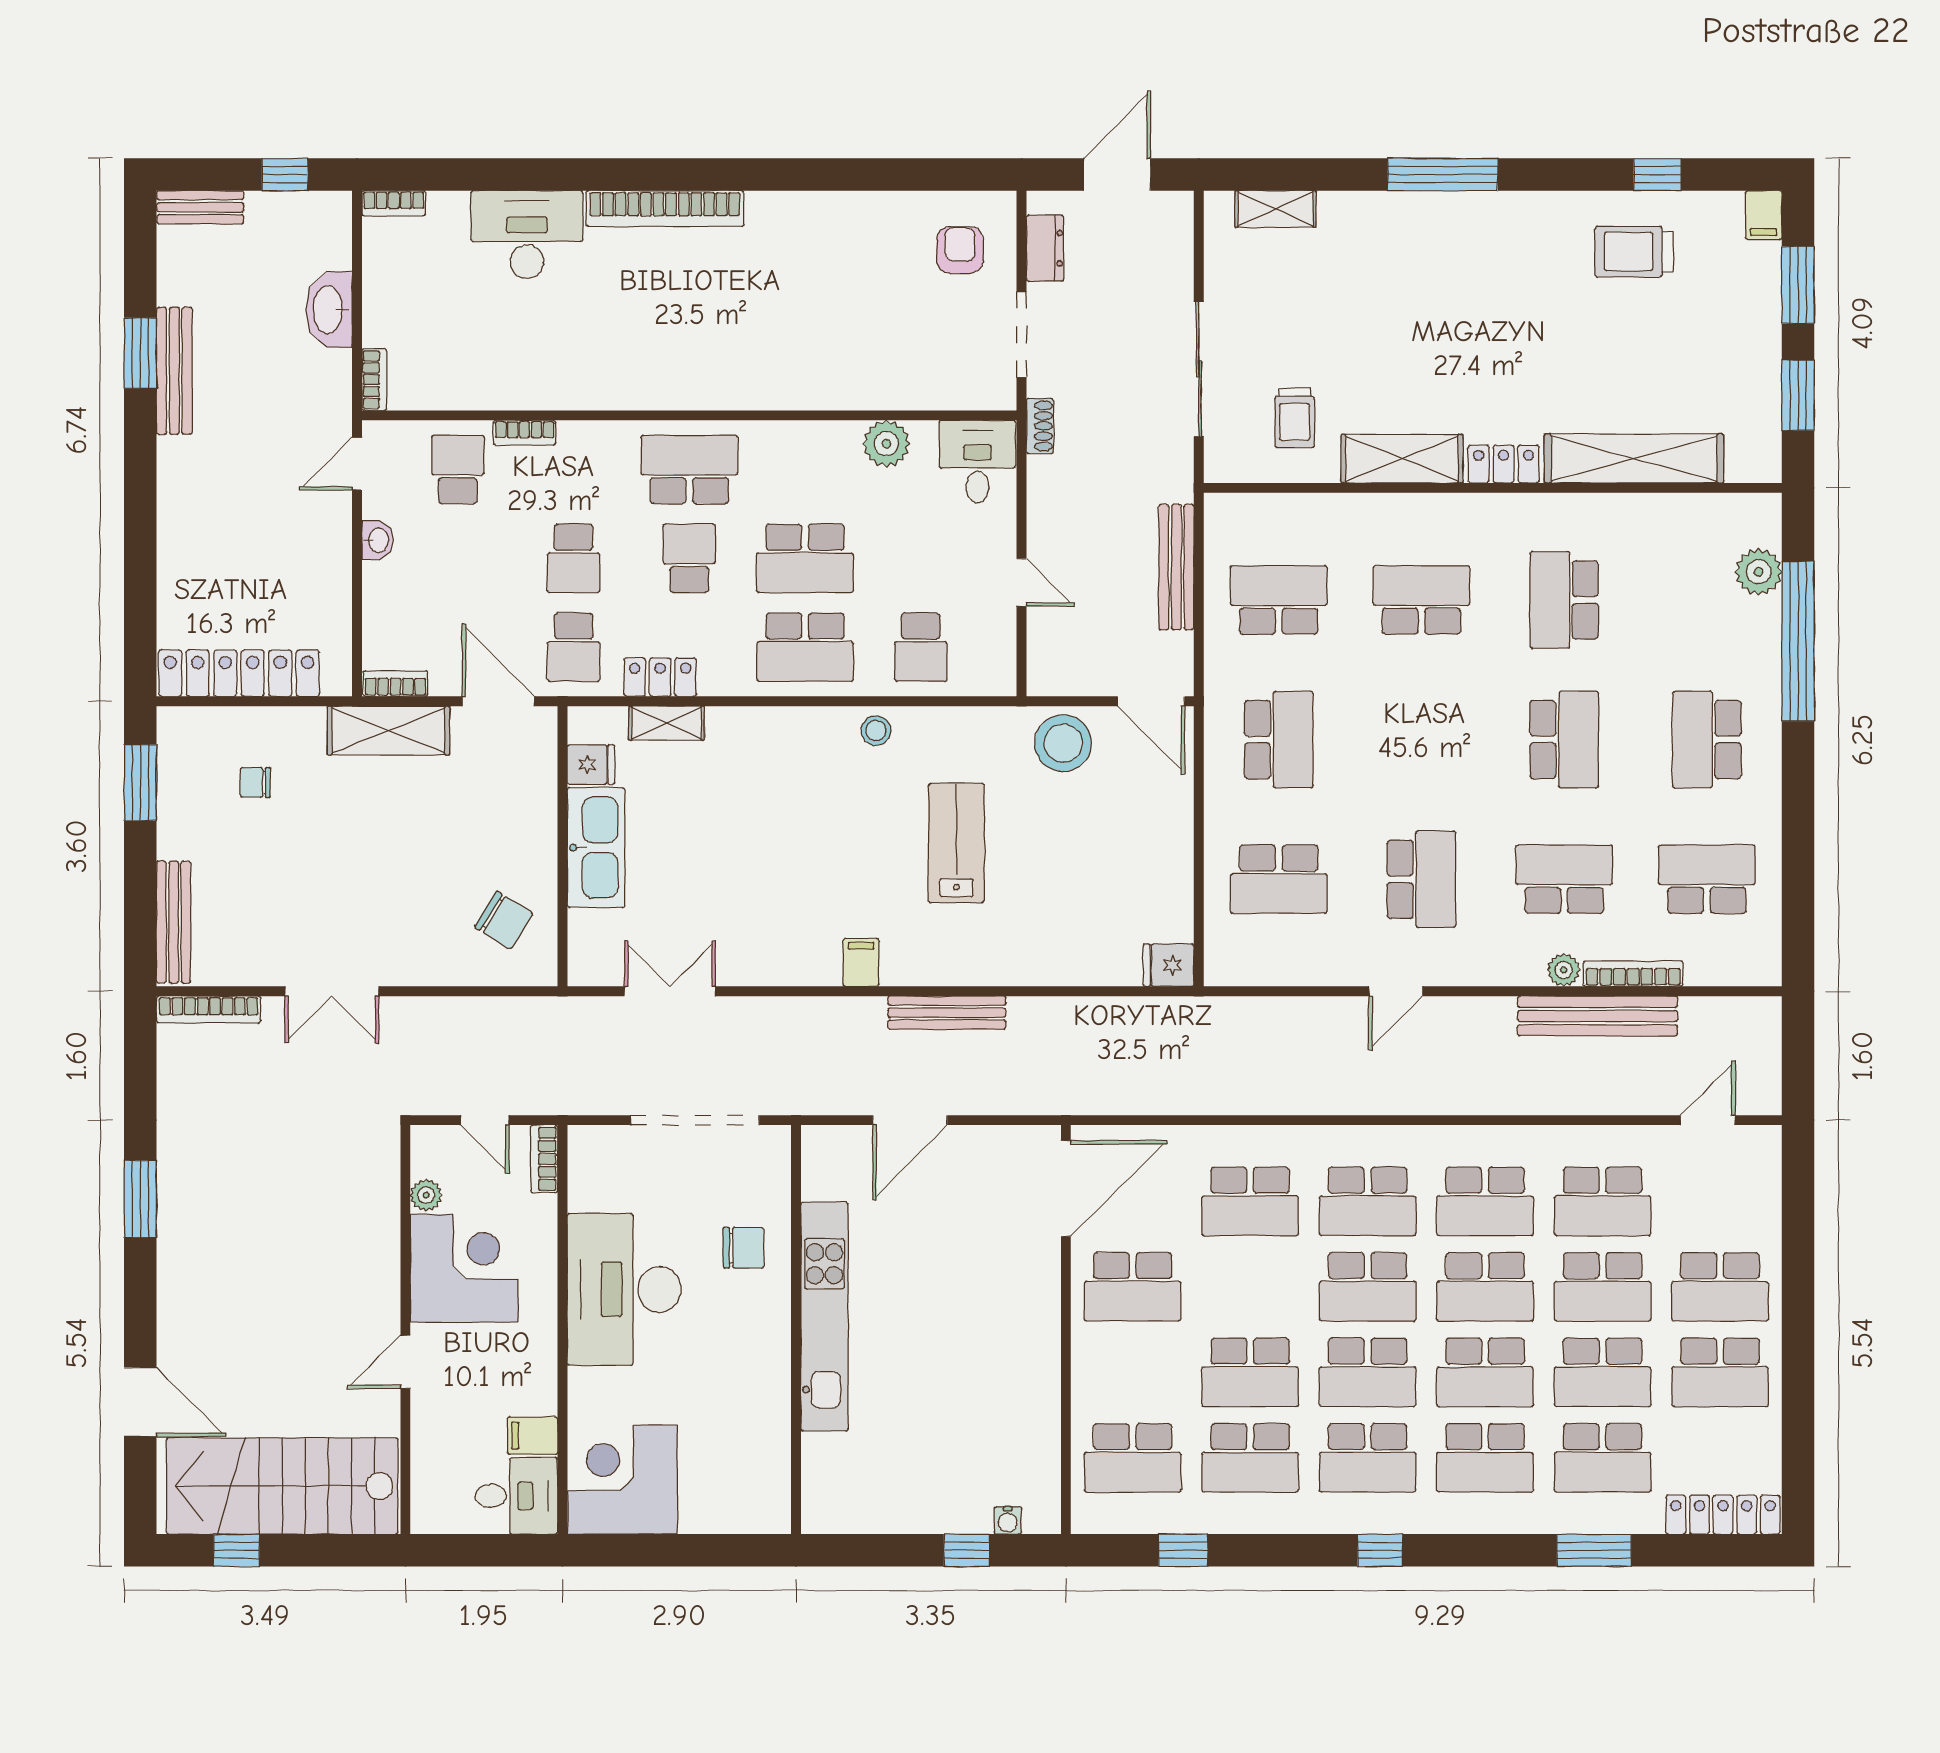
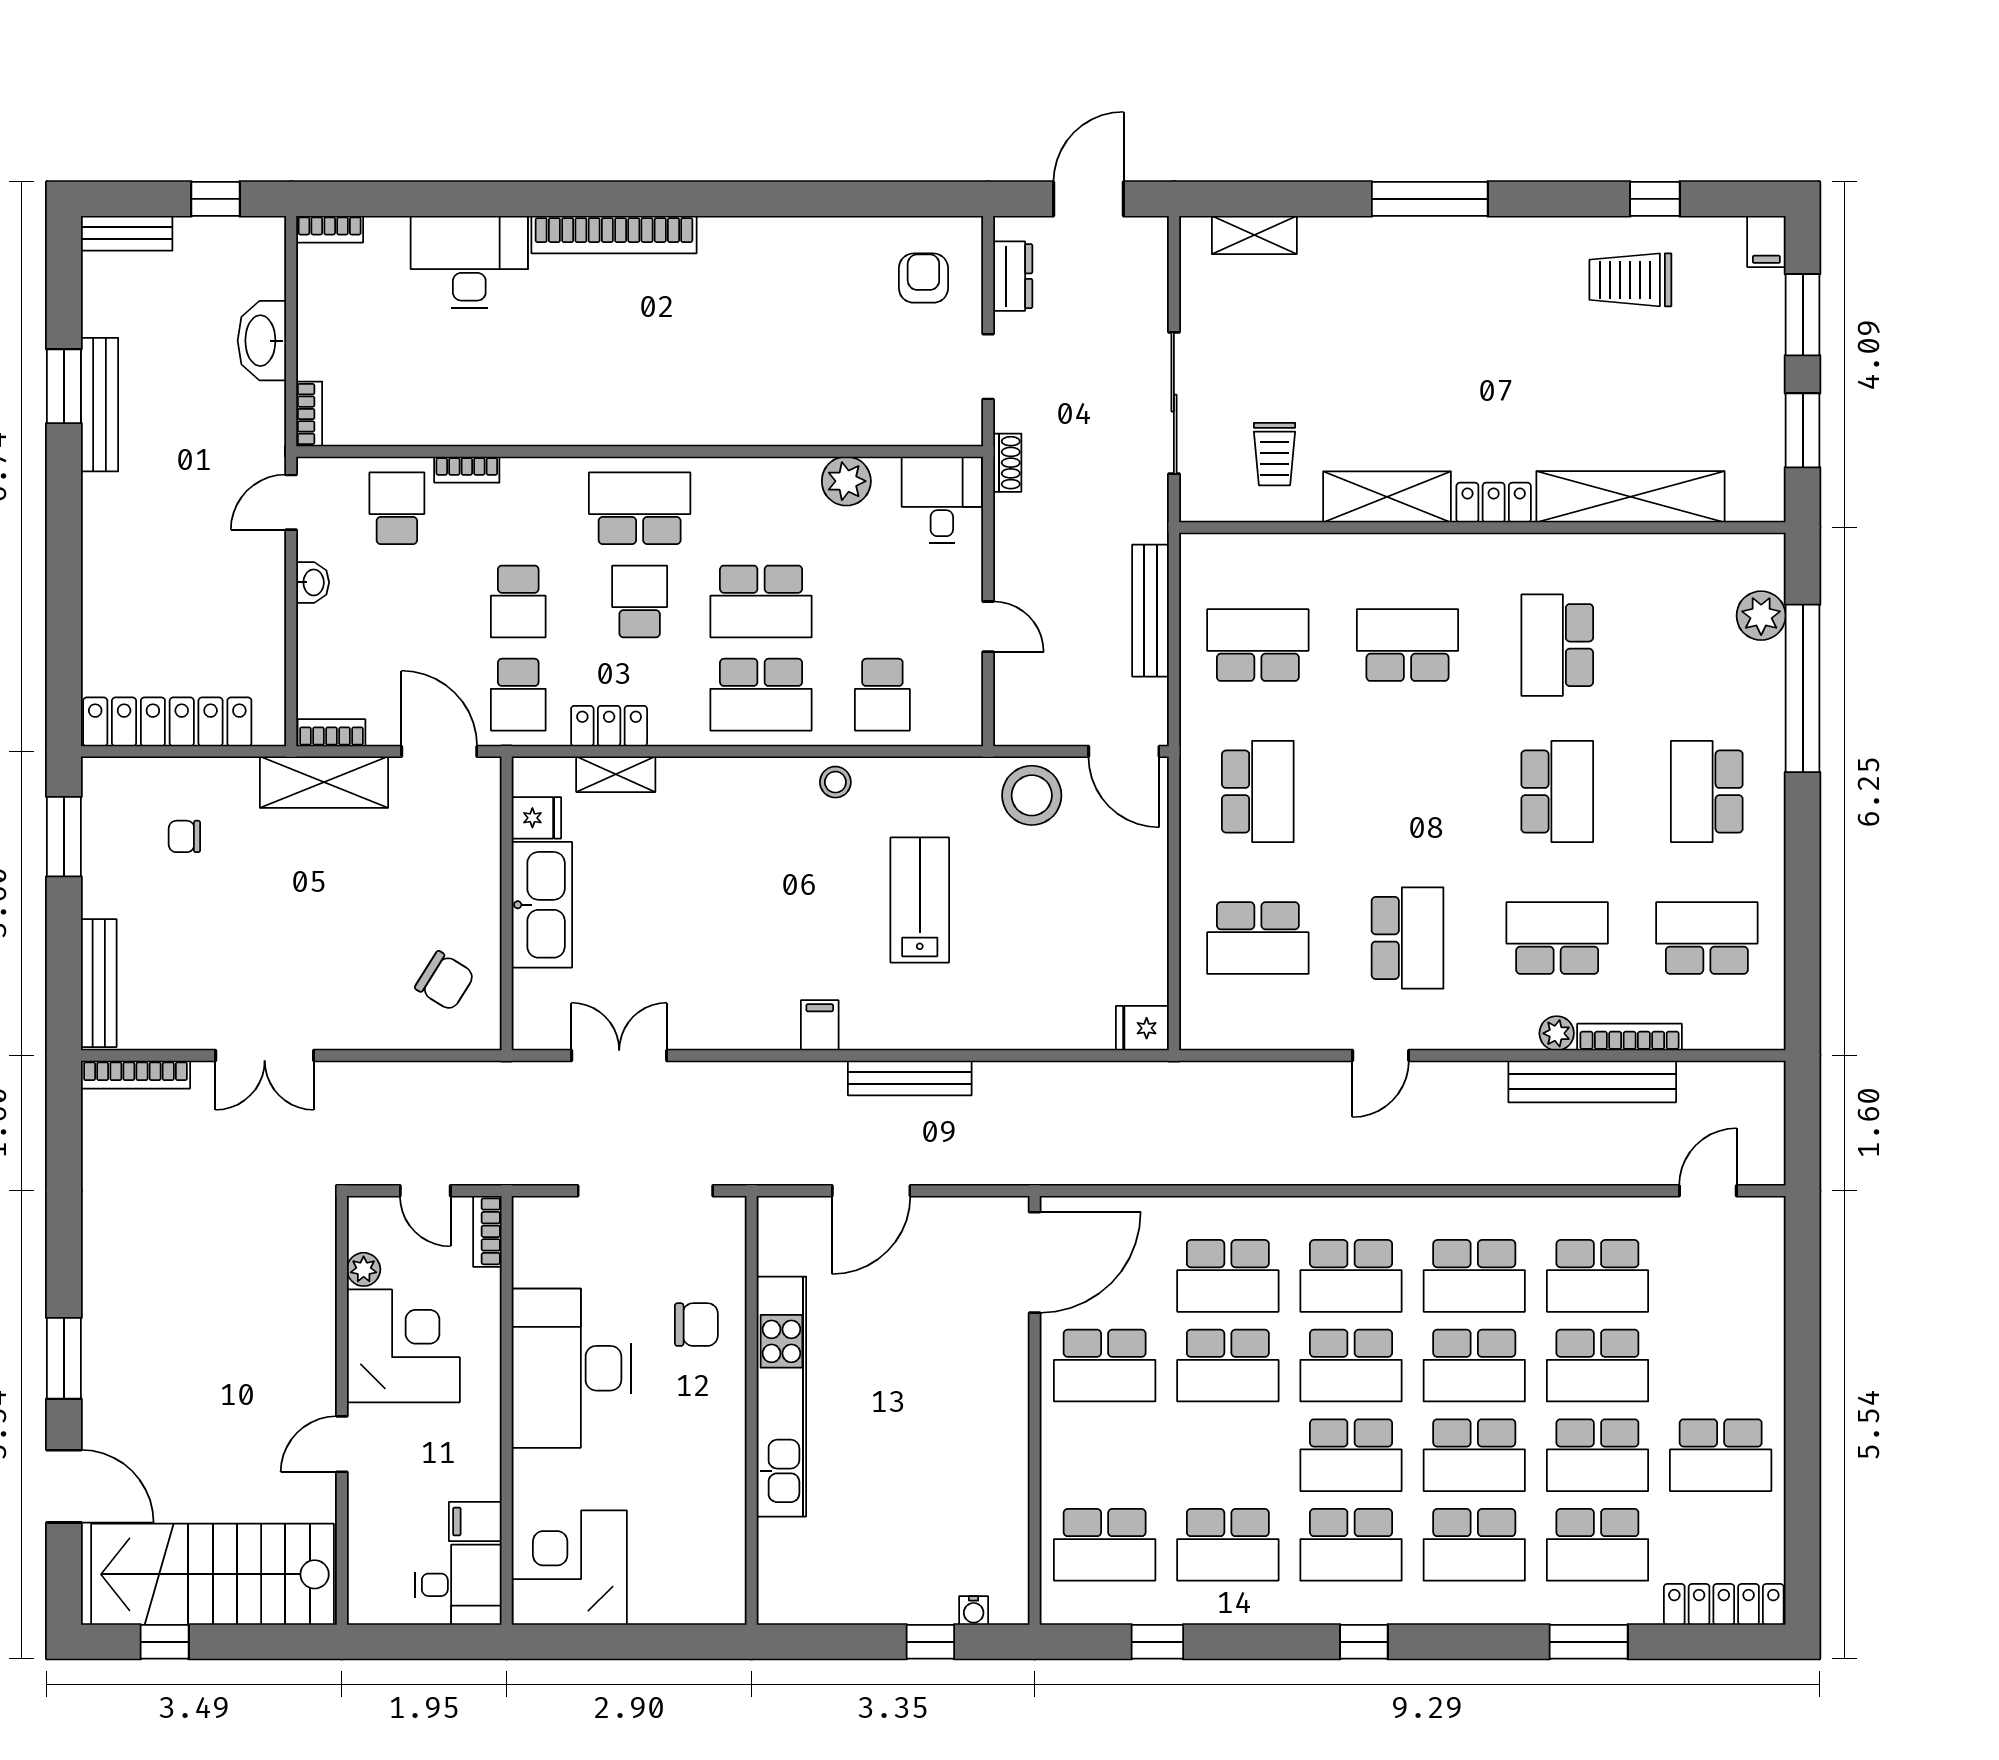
doorway: (1022, 334) -> (988, 367), width x0.73
window: (140, 1199) -> (64, 1358), moved
school desk: (1720, 1287) -> (1721, 1366), removed
school desk: (1250, 1372) -> (1228, 1366), moved

